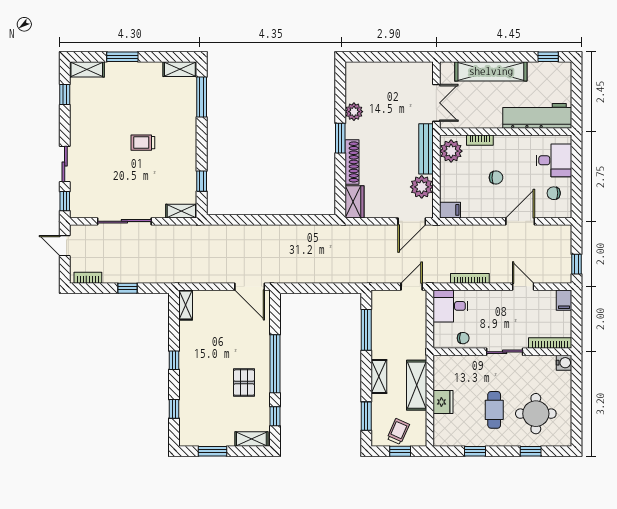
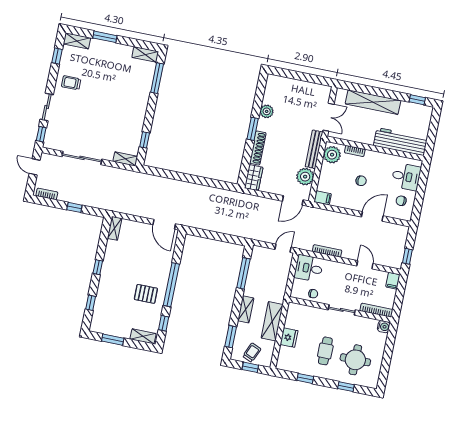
trolley: (143, 143) -> (71, 83), moved
pallet: (244, 383) -> (146, 294), turned 90

